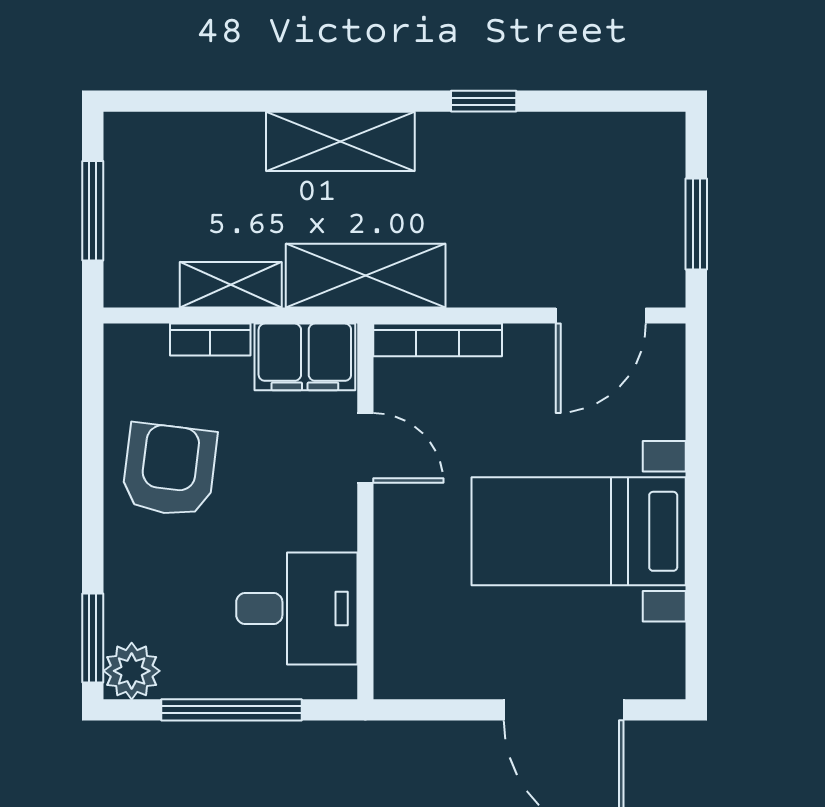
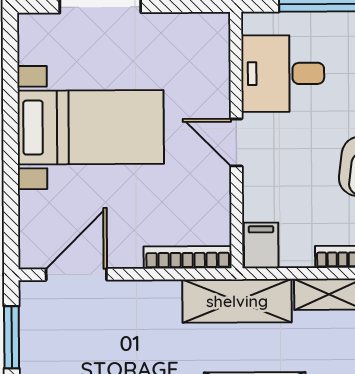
filing cabinet: (305, 357) -> (261, 245), width x0.50
door: (365, 448) -> (236, 143), moved

